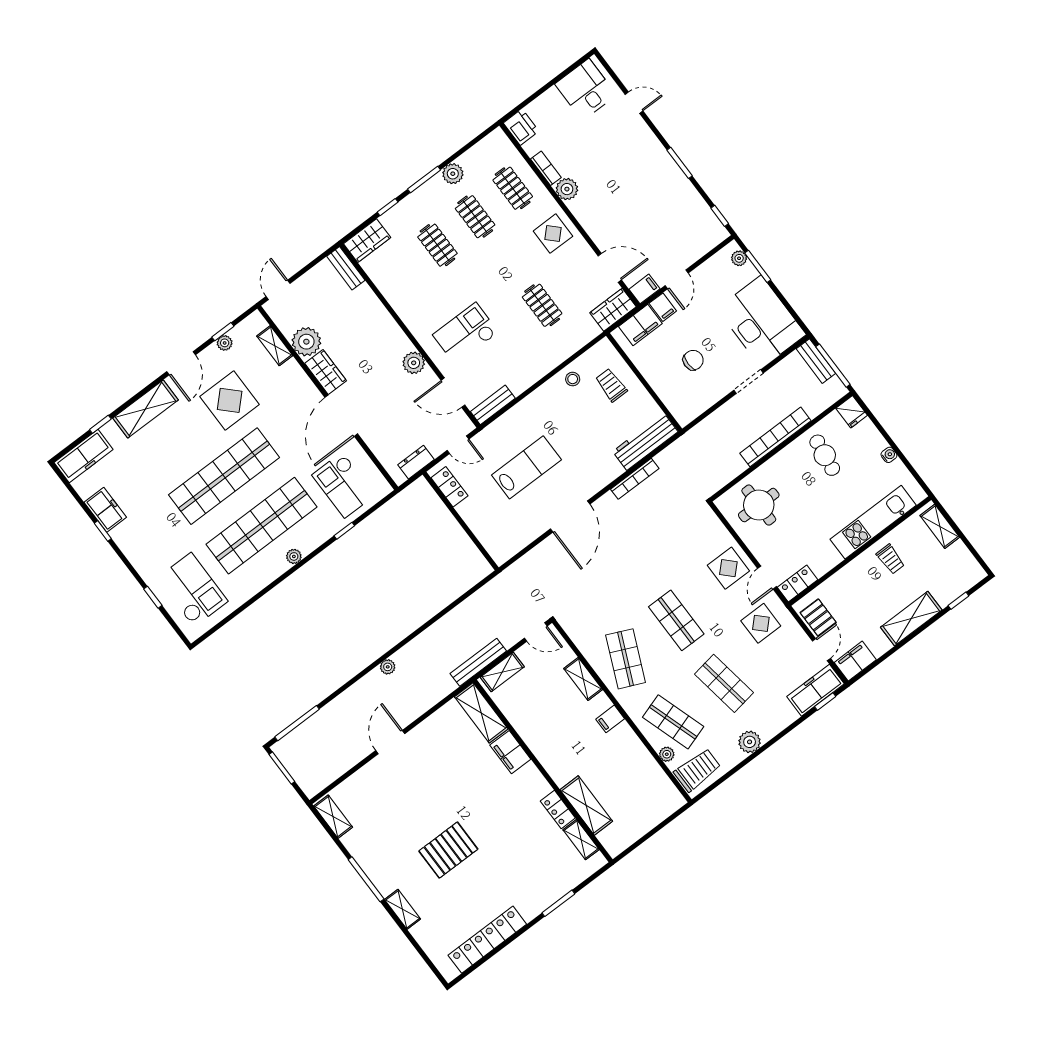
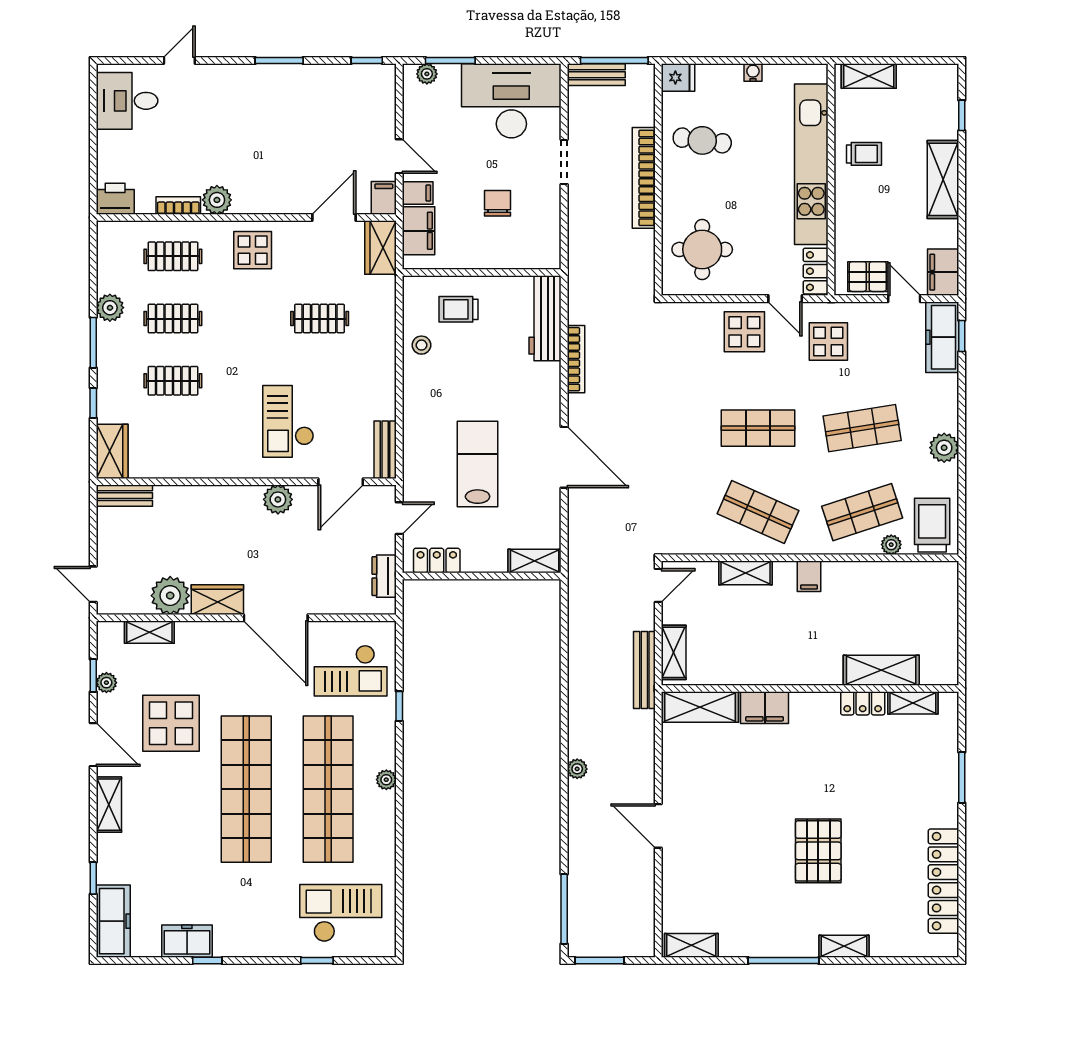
shelving: (145, 409) -> (109, 805), width x0.67, depth x0.75
kitchen unit: (873, 522) -> (811, 164), width x1.36
shelving: (494, 546) -> (535, 561), added

